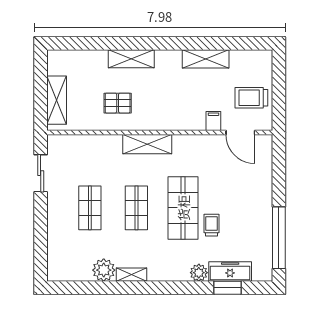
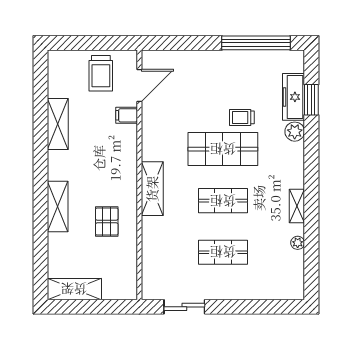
shelving: (57, 100) -> (74, 289), moved
plant: (104, 270) -> (298, 243), width x0.53, depth x0.53

